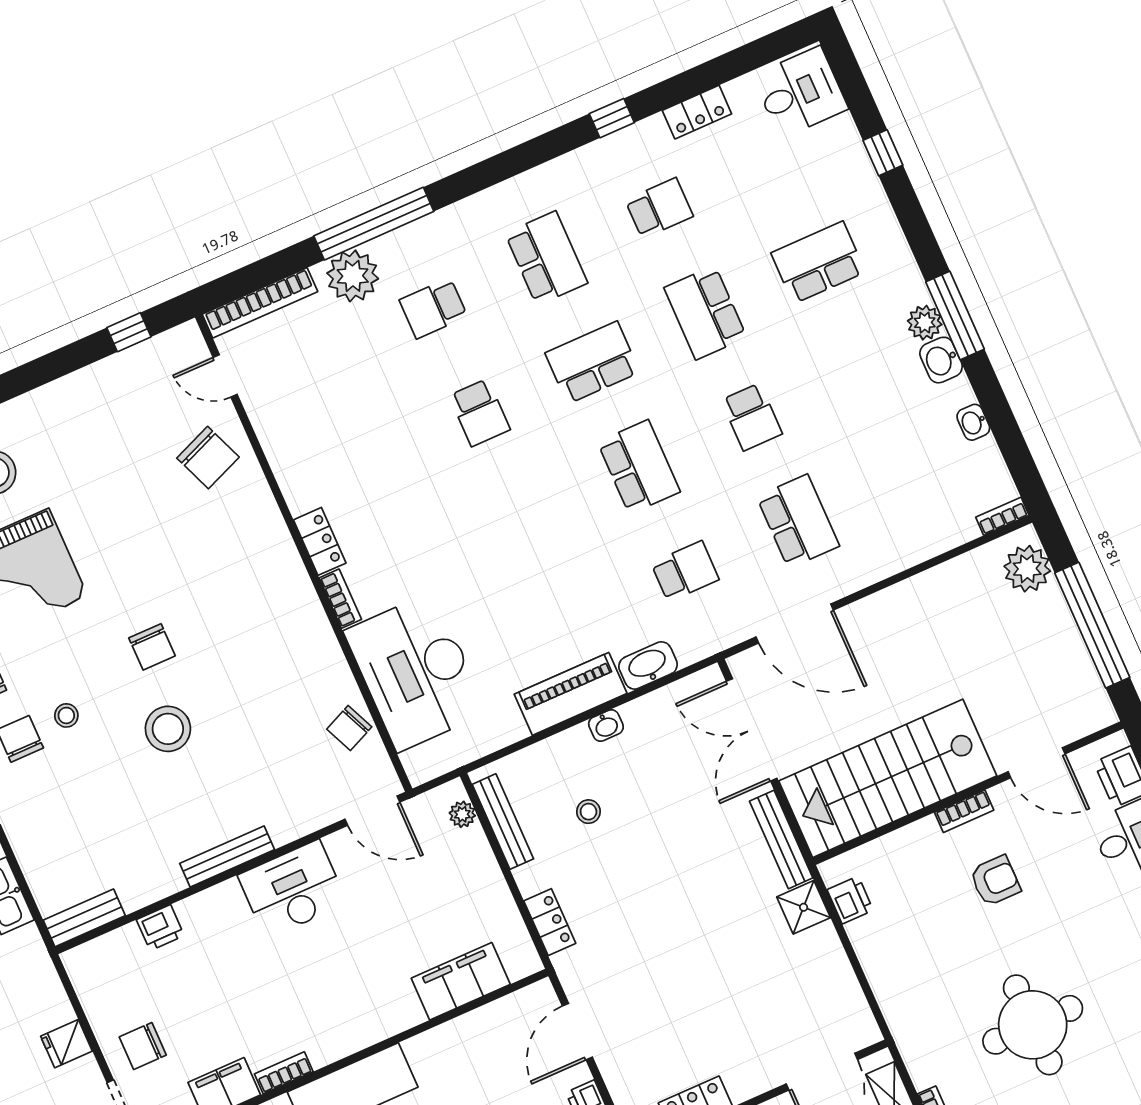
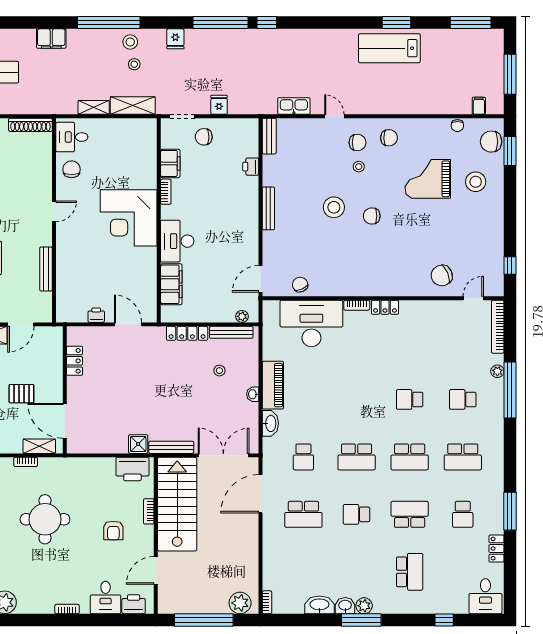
window: (612, 118) -> (510, 511), width x2.17
plant: (353, 276) -> (497, 371), width x0.53, depth x0.53
school desk: (433, 308) -> (463, 399), turned -90
school desk: (593, 363) -> (410, 457), turned 90
washbasin: (973, 422) -> (319, 605), width x1.91, depth x1.45
bookcase: (964, 811) -> (149, 511), moved
desk: (293, 889) -> (177, 241), moved, turned 180
printer: (850, 900) -> (132, 469), width x1.87, depth x1.48
locker: (550, 922) -> (187, 333), width x1.53
chair: (143, 1046) -> (204, 137), turned -90

